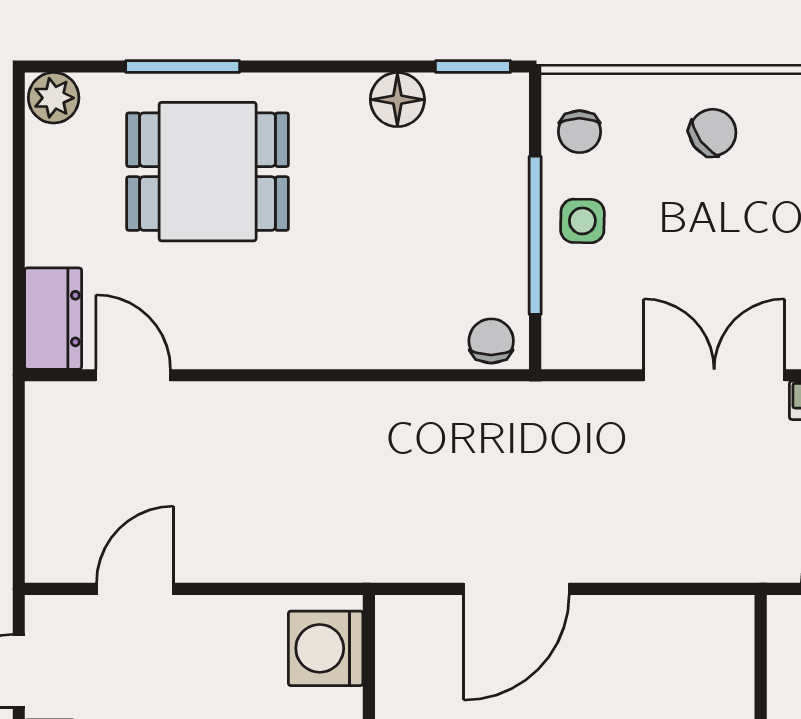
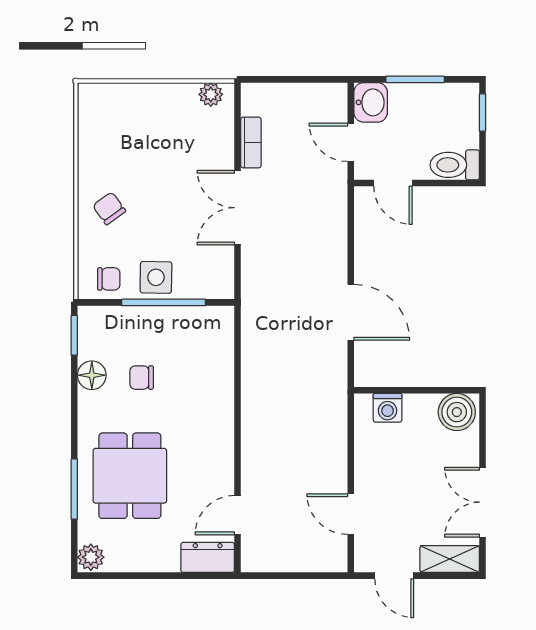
side table: (582, 221) -> (156, 277), width x1.37, depth x1.37
chair: (491, 341) -> (142, 378), moved
washing machine: (326, 648) -> (388, 408), width x0.73, depth x0.73
door: (761, 669) -> (393, 183), added

